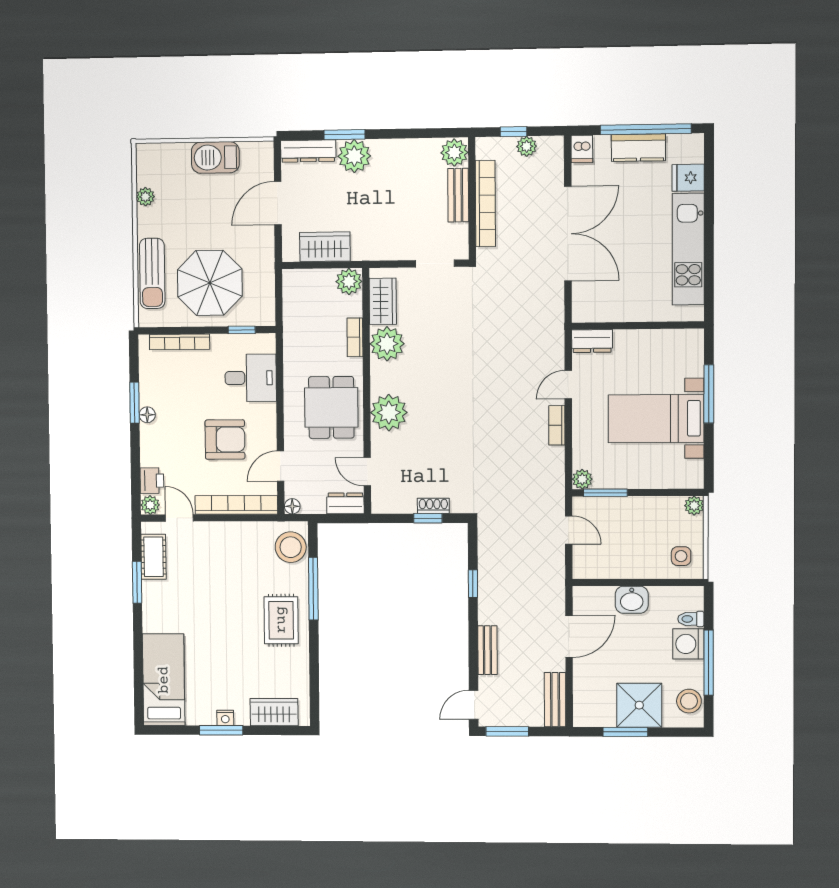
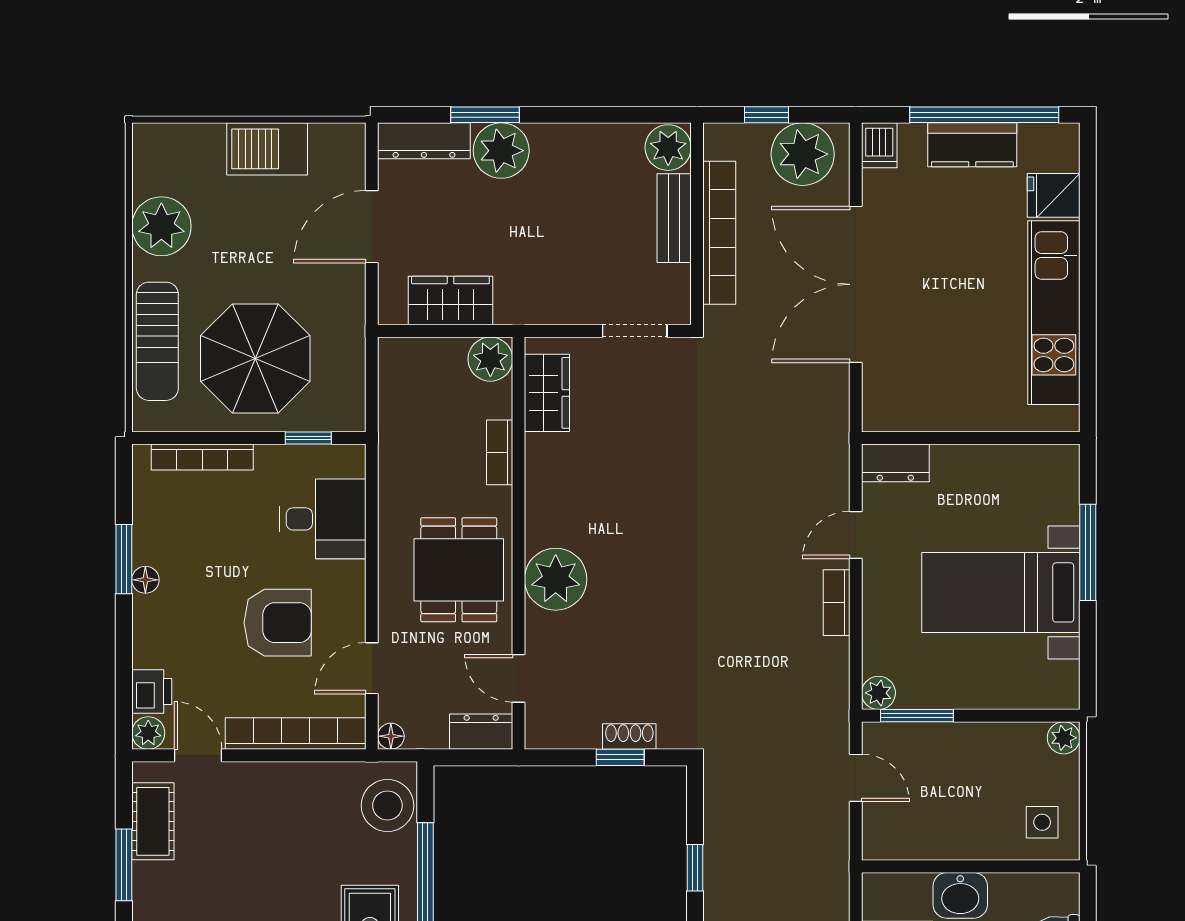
plant: (527, 146) -> (803, 154), width x1.88, depth x1.88
plant: (145, 197) -> (161, 226), width x1.88, depth x1.88
double door: (568, 234) -> (856, 284), swing flipped
plant: (387, 344) -> (554, 464), removed

